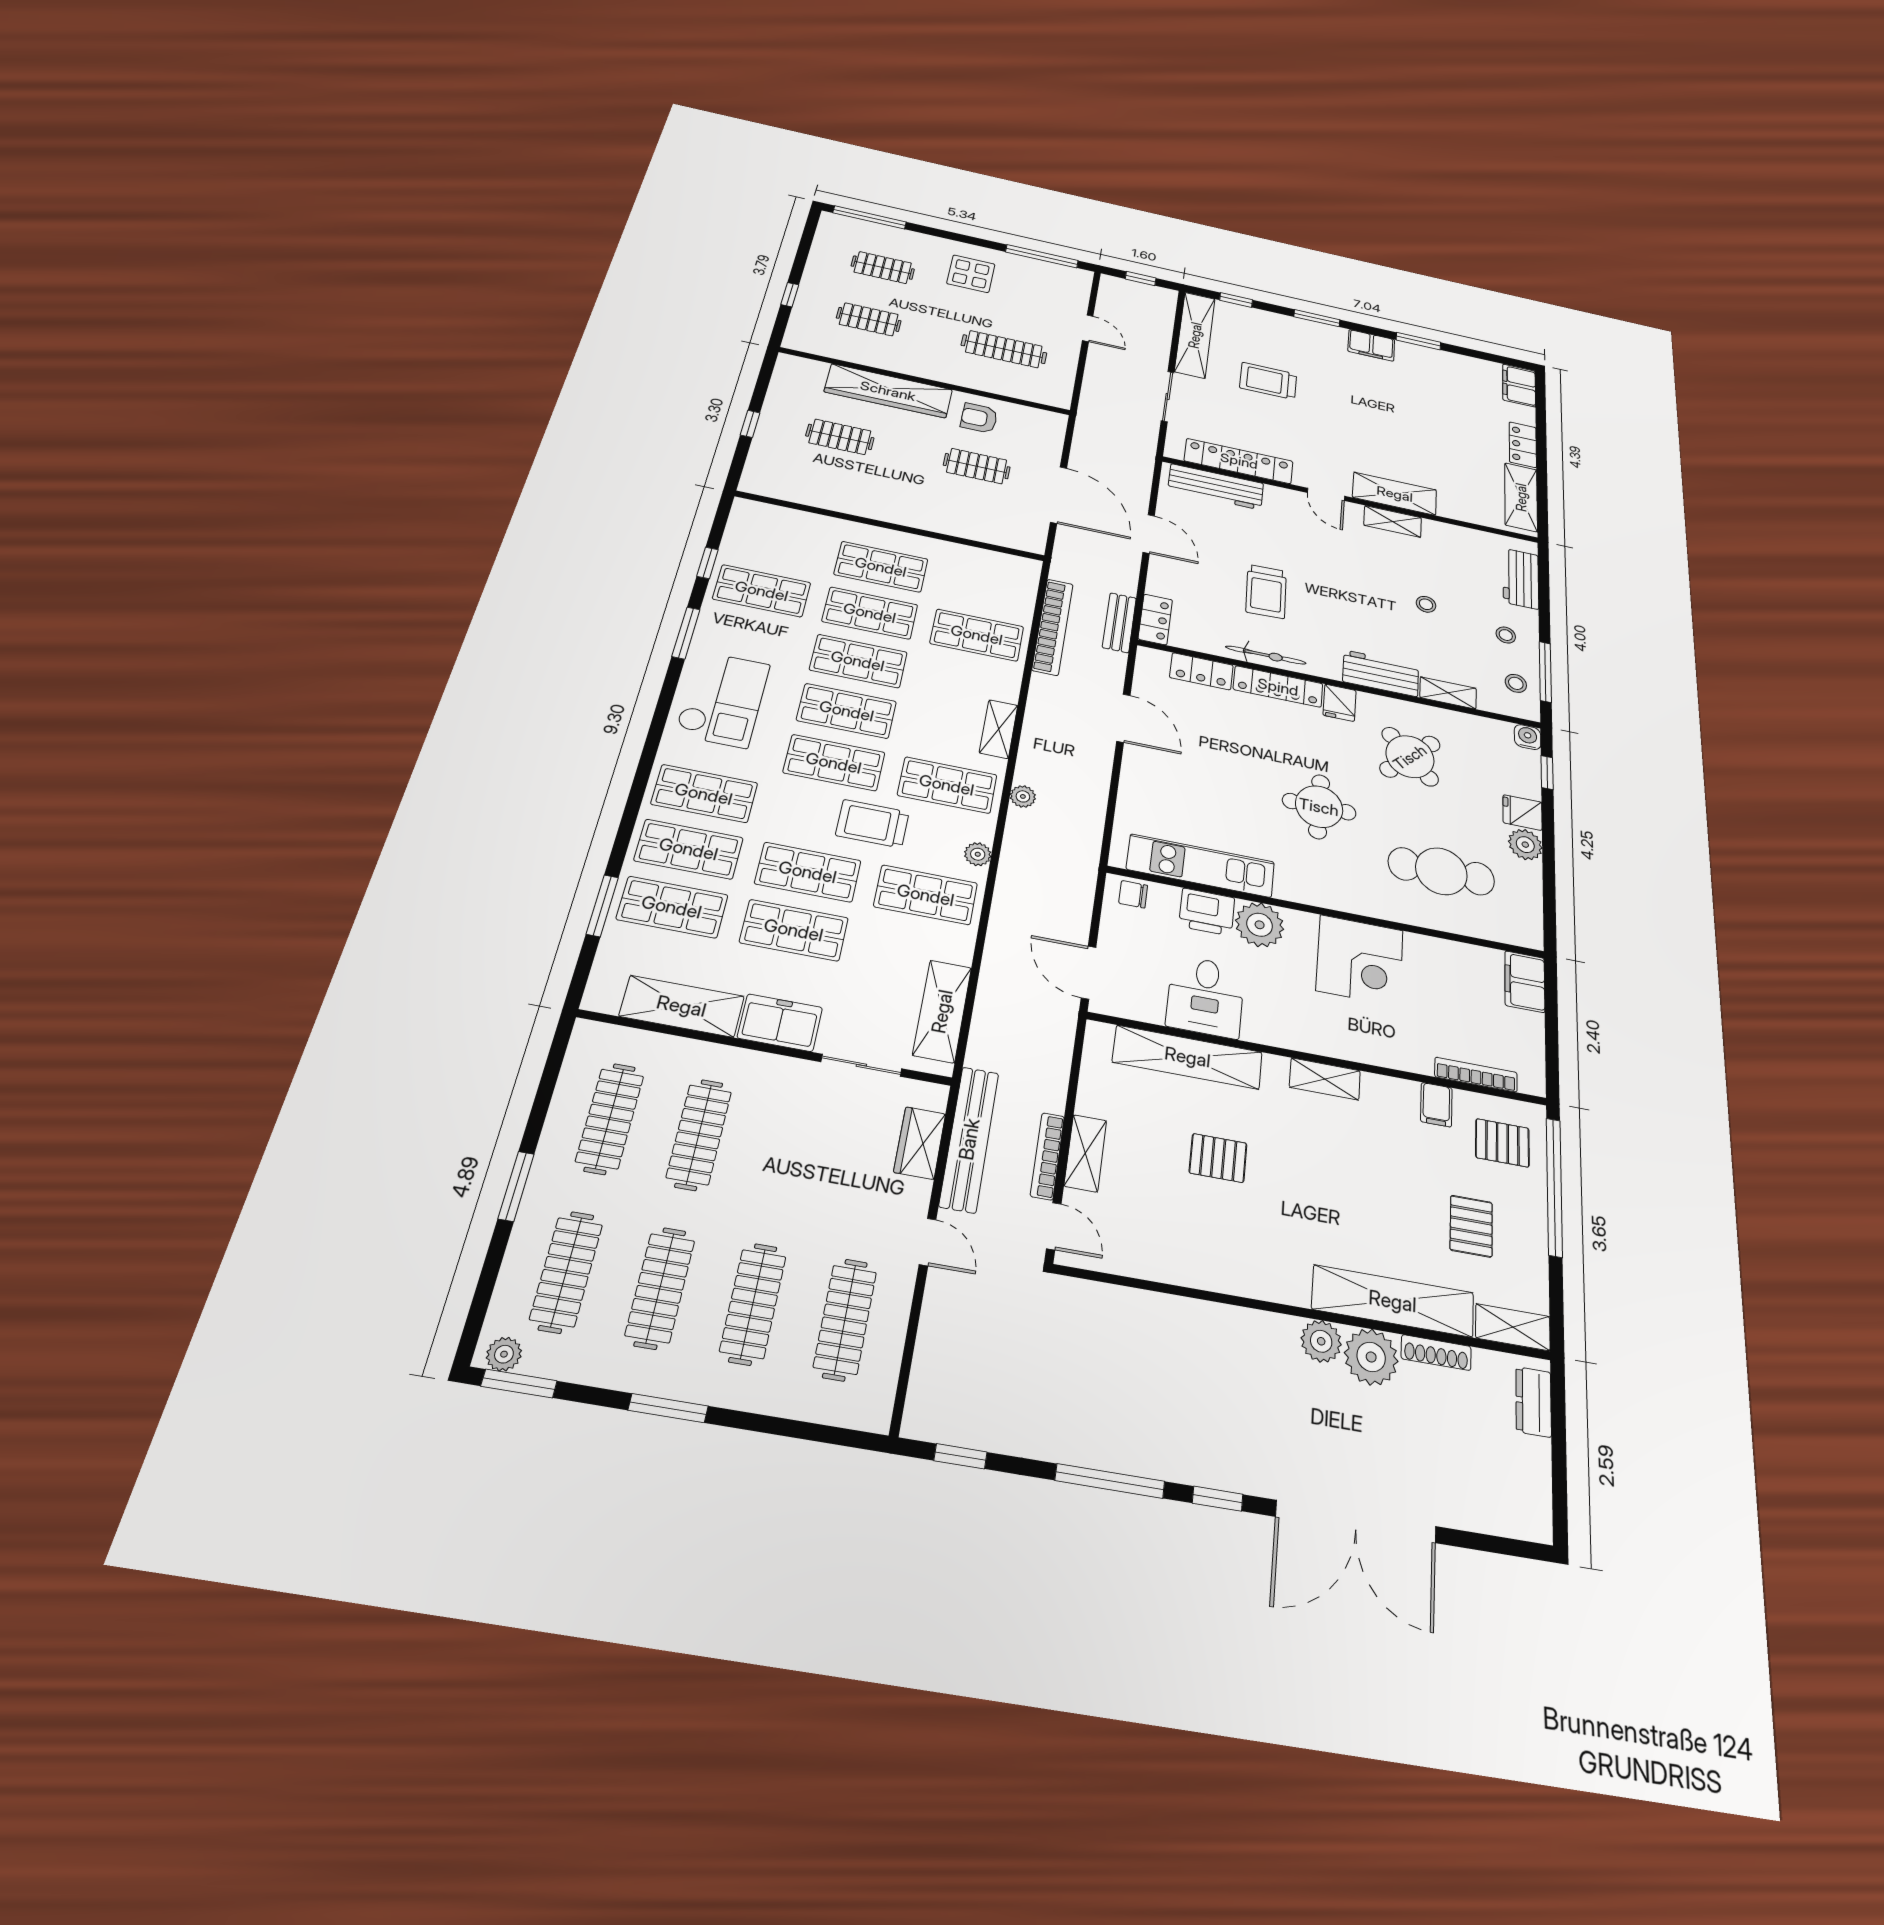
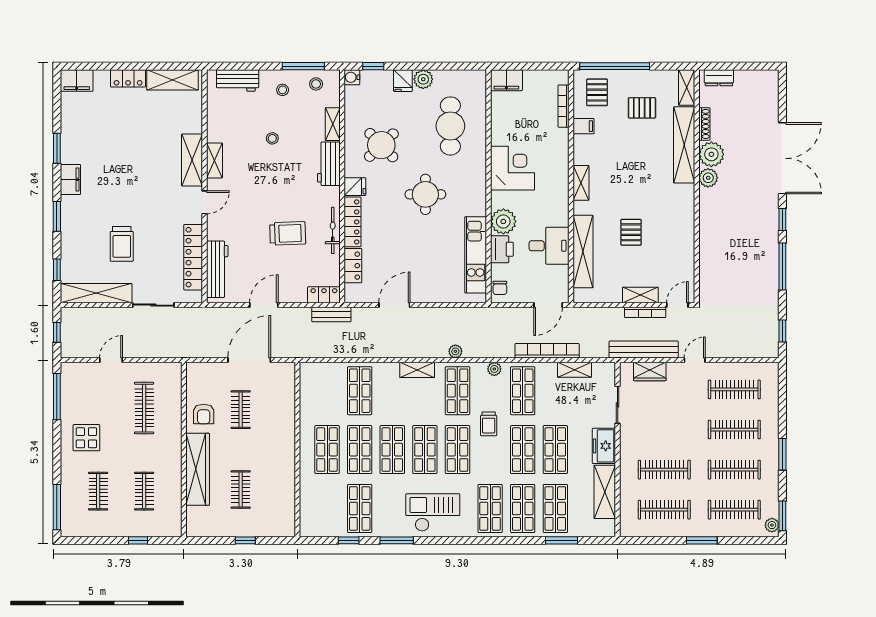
bookcase: (1053, 627) -> (547, 351), moved
trolley: (872, 824) -> (489, 424), width x0.73, depth x0.72
shelving: (942, 1011) -> (574, 370), width x0.67, depth x0.75

